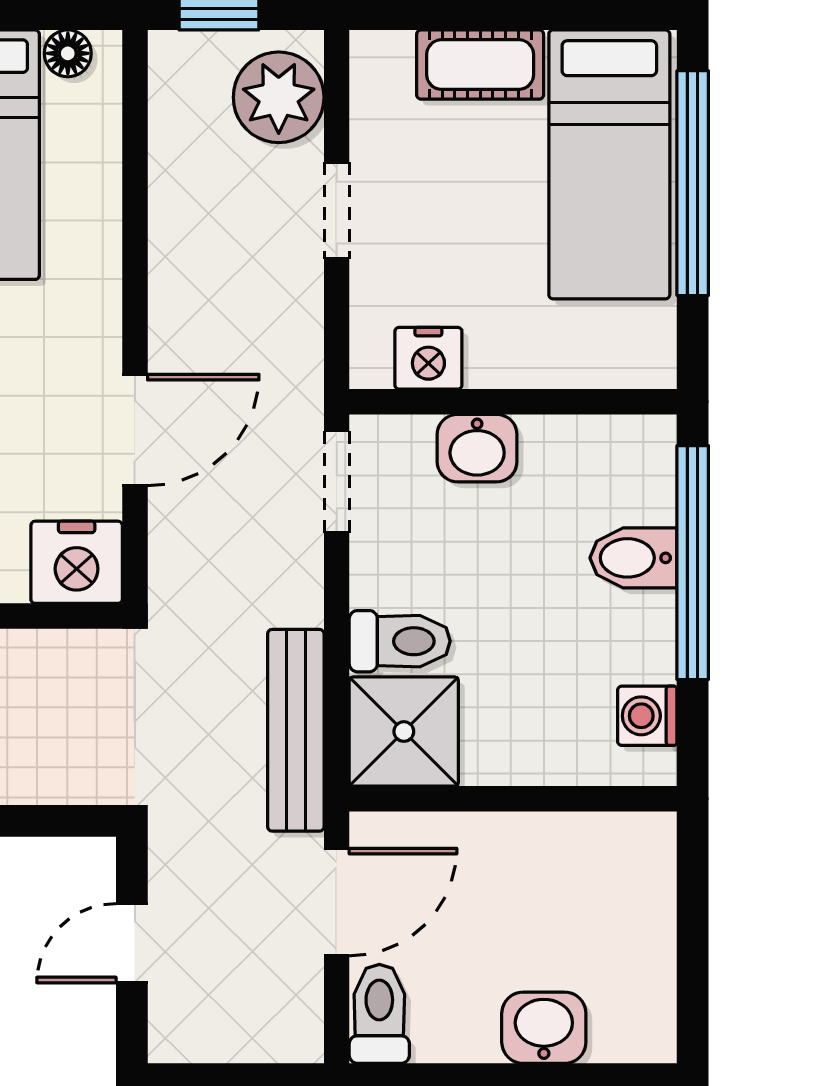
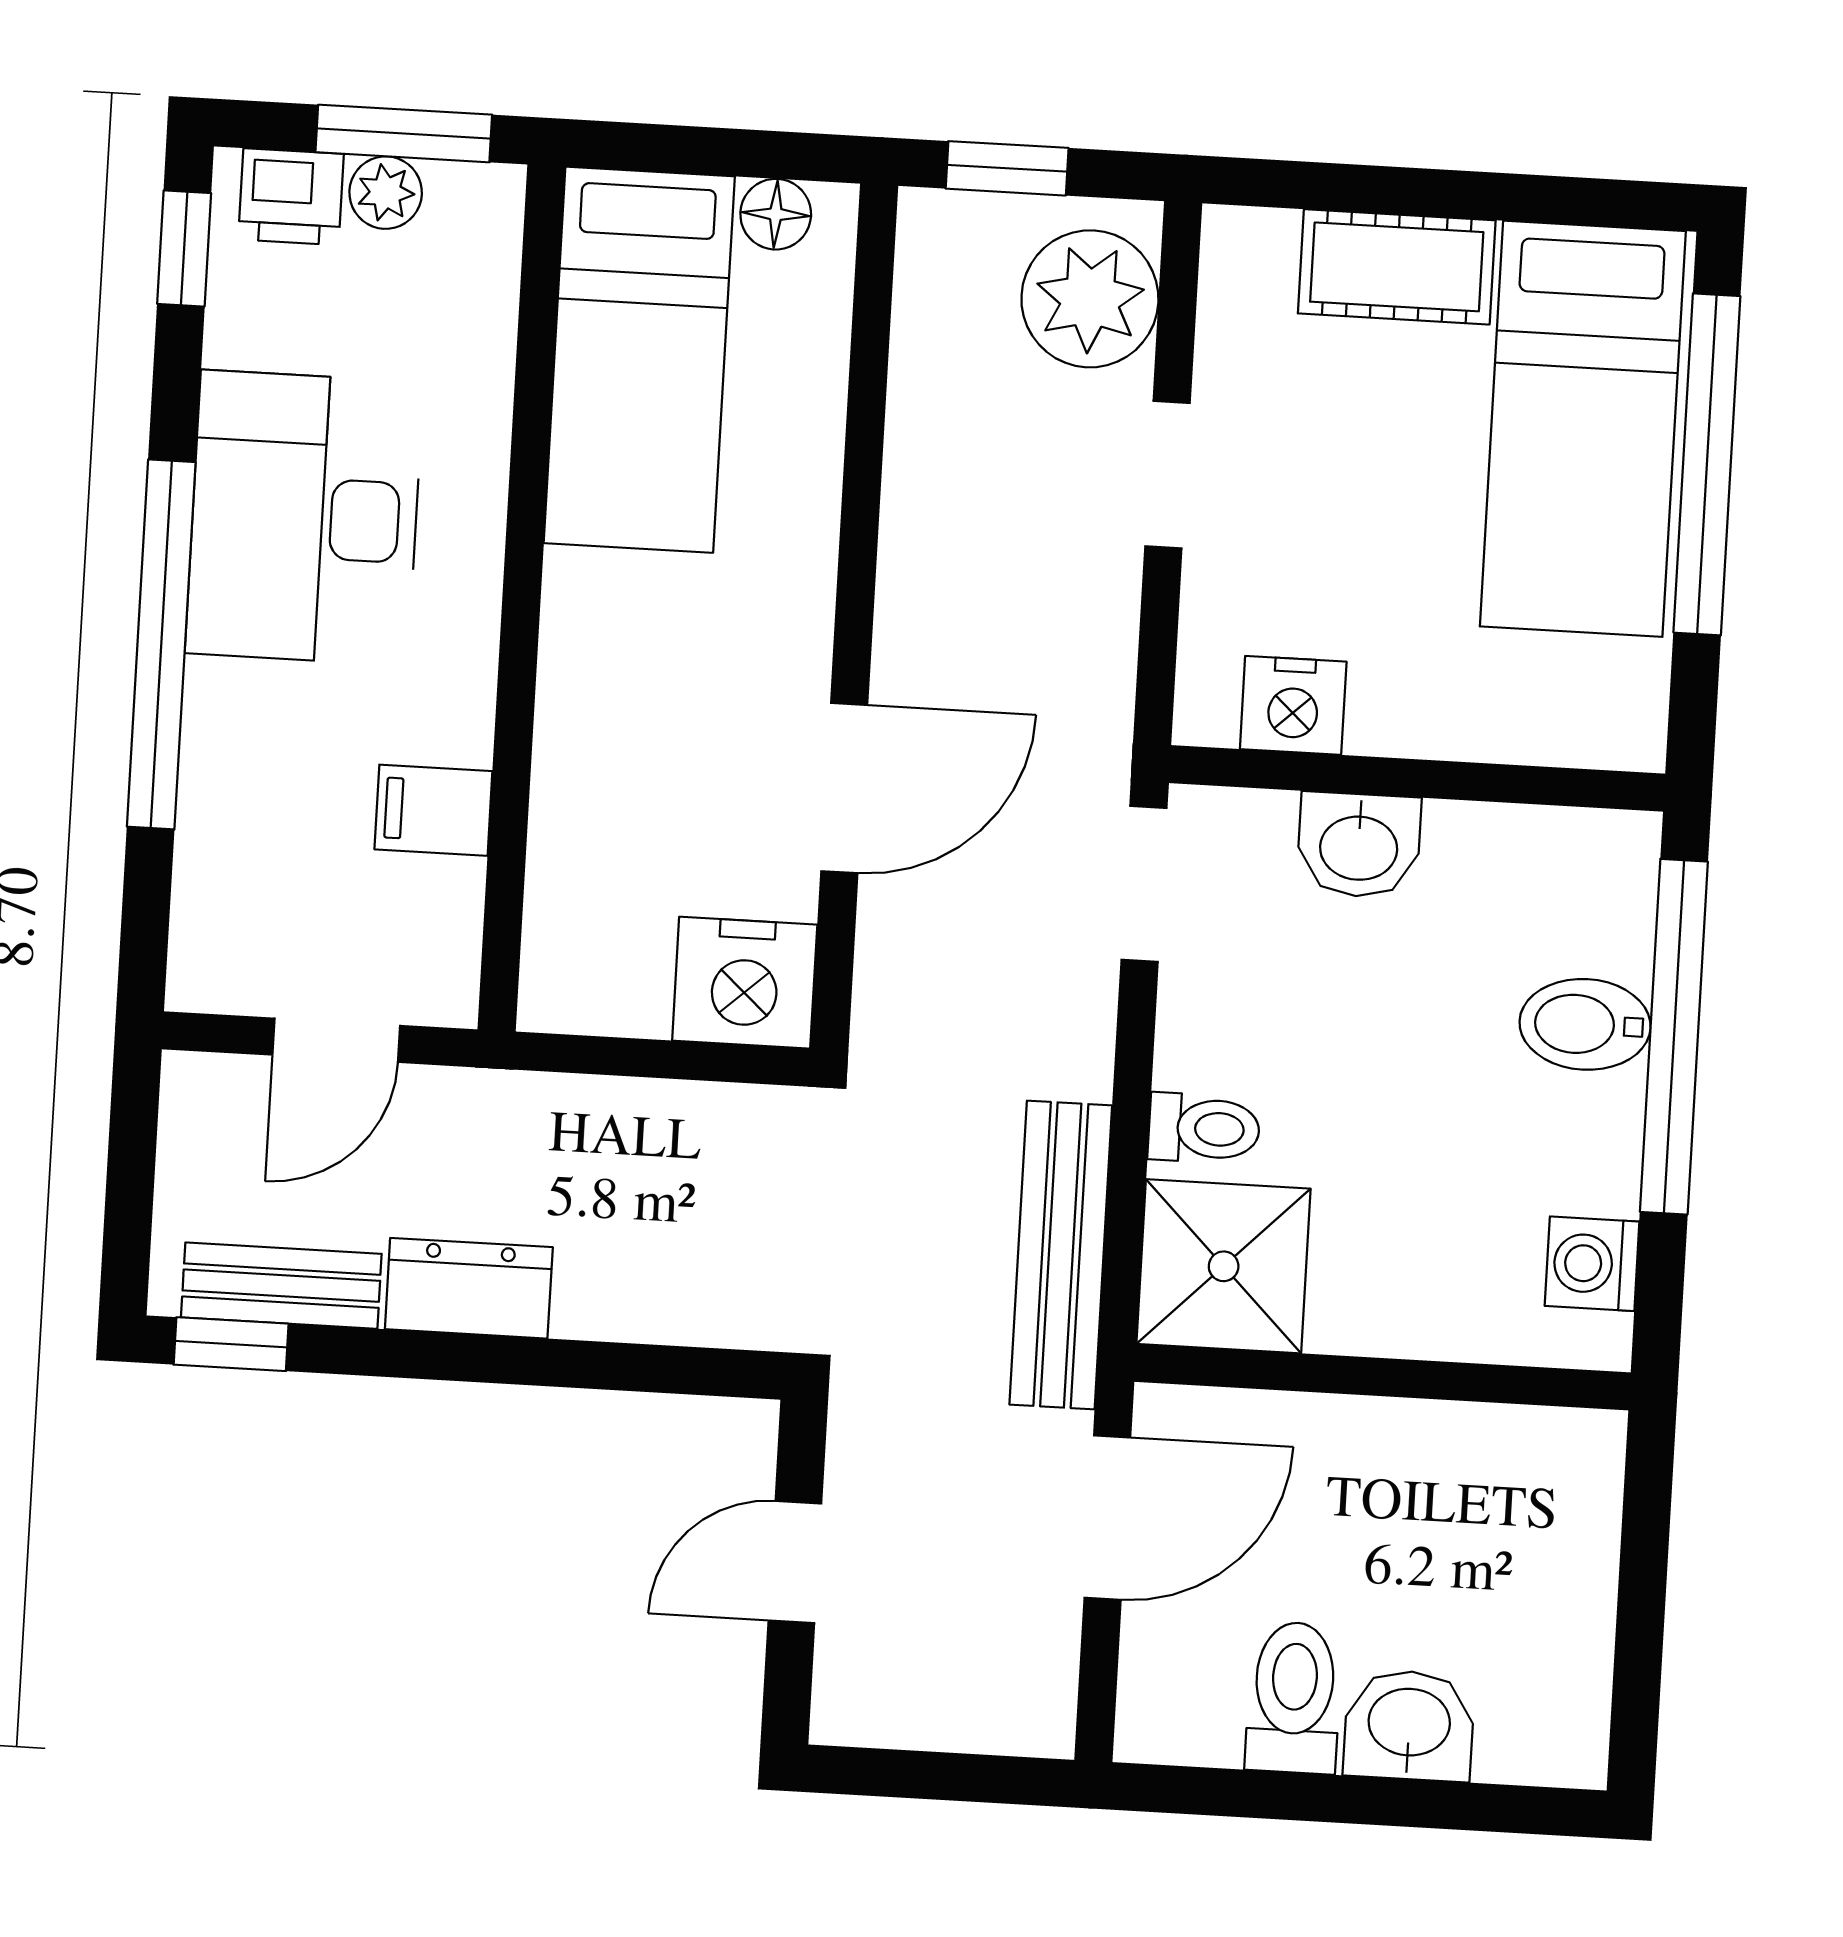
toilet: (400, 641) -> (1204, 1128), width x0.73, depth x0.72
toilet: (379, 1014) -> (1294, 1698), moved

